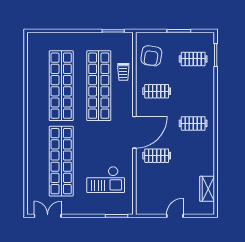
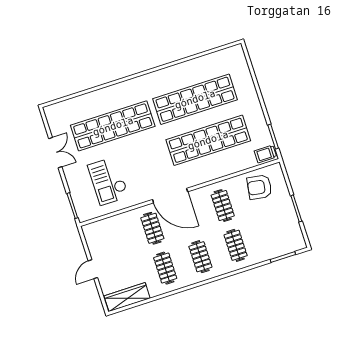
clothes rail: (193, 59) -> (236, 245), moved
trolley: (123, 72) -> (265, 154), moved
clothes rail: (193, 156) -> (165, 268), added
wardrobe: (207, 189) -> (127, 297), width x1.50
double door: (48, 216) -> (55, 153), moved
door: (175, 216) -> (93, 269), swing flipped

